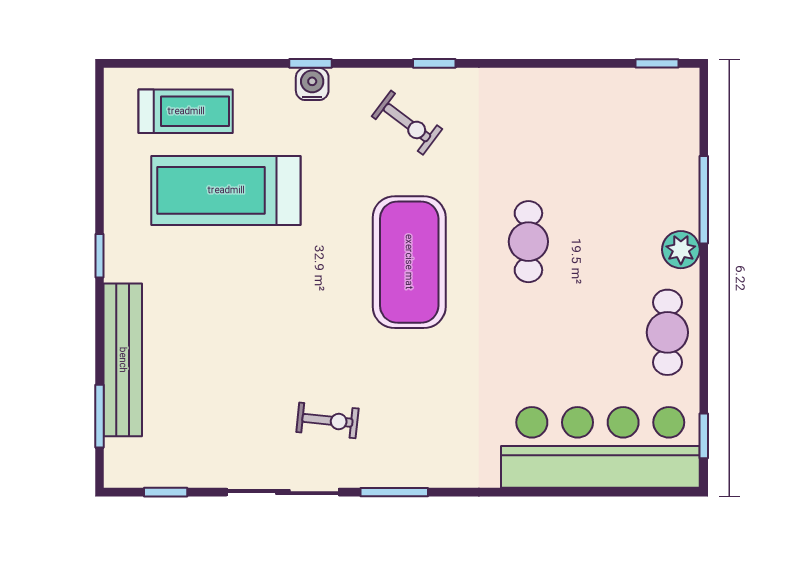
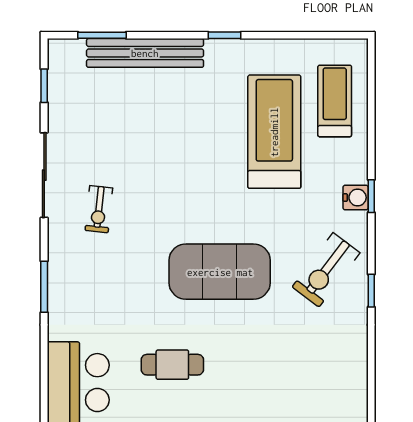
treadmill: (186, 111) -> (335, 101), turned 180
exercise bike: (407, 123) -> (326, 270), width x1.38, depth x1.39
cafe table: (528, 242) -> (172, 365), moved
window: (394, 492) -> (44, 287), moved

